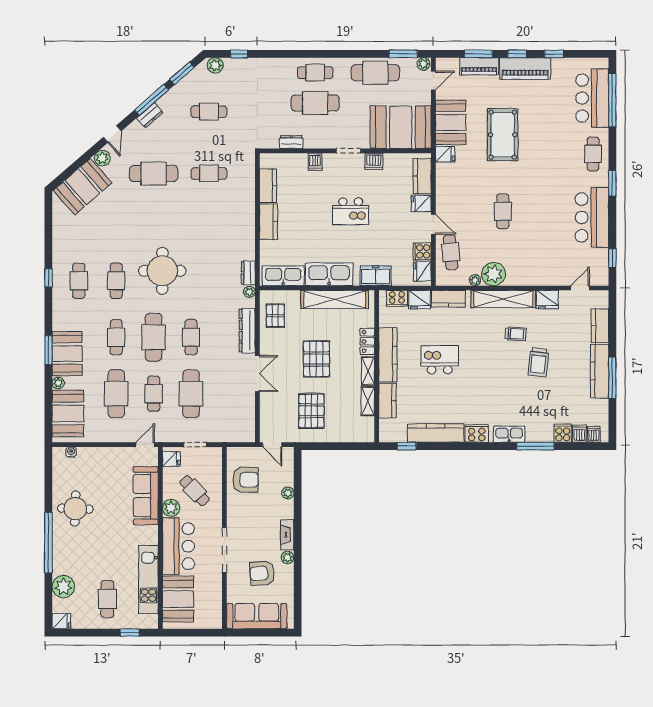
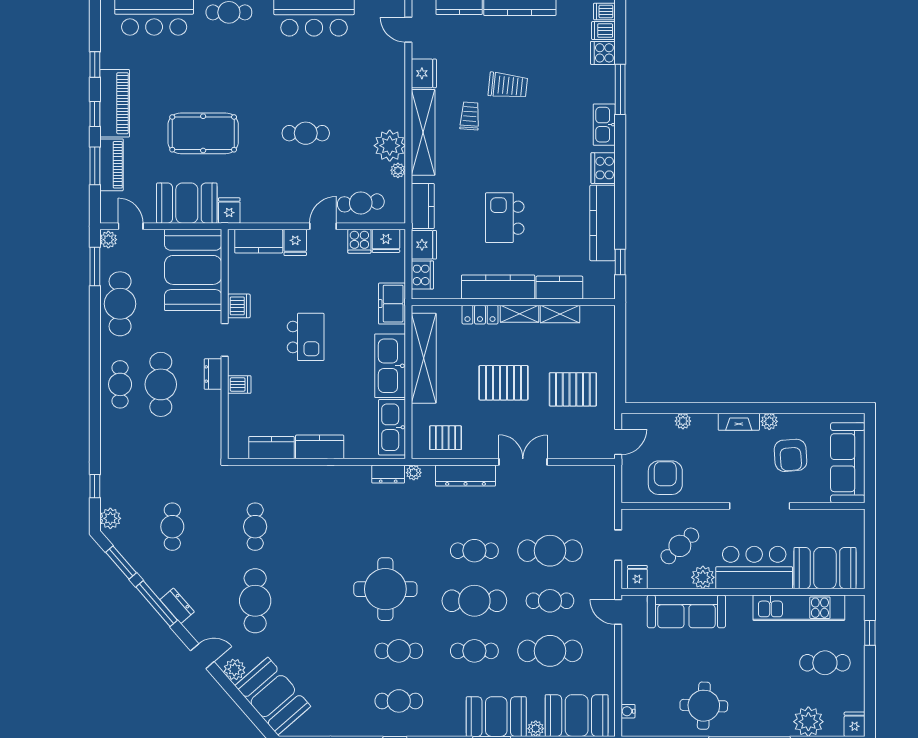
dresser: (291, 142) -> (213, 374), moved

